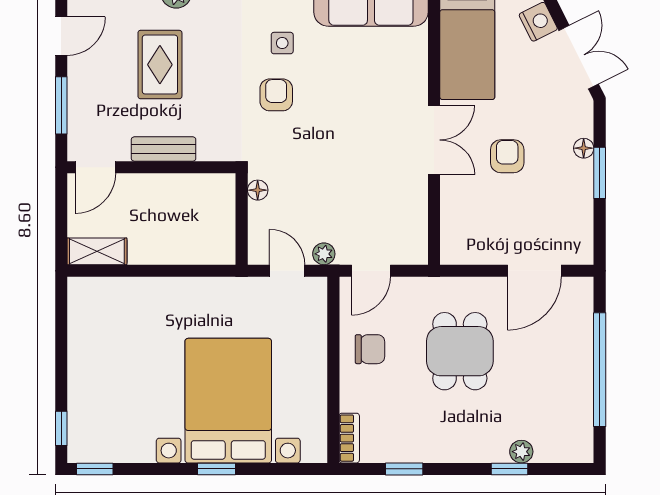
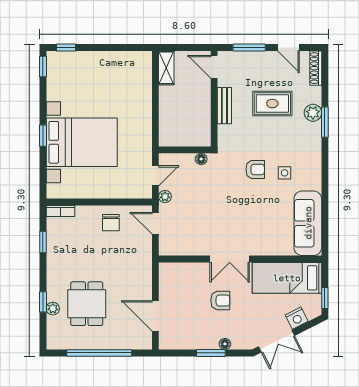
dining table: (460, 351) -> (87, 304), moved, turned 90

